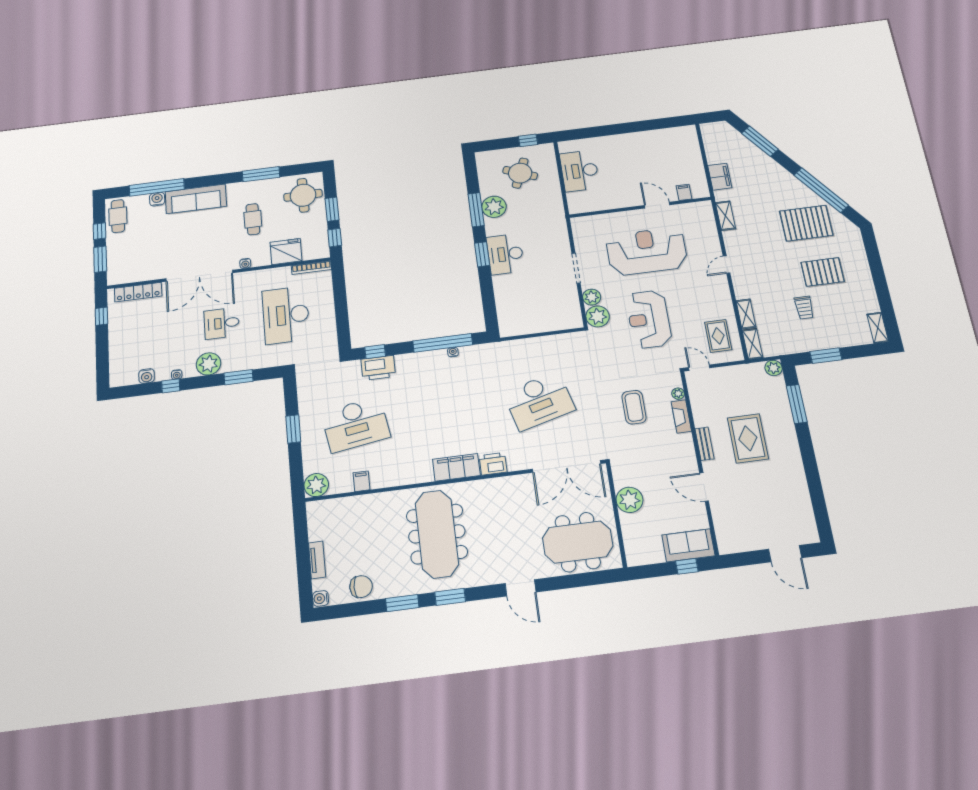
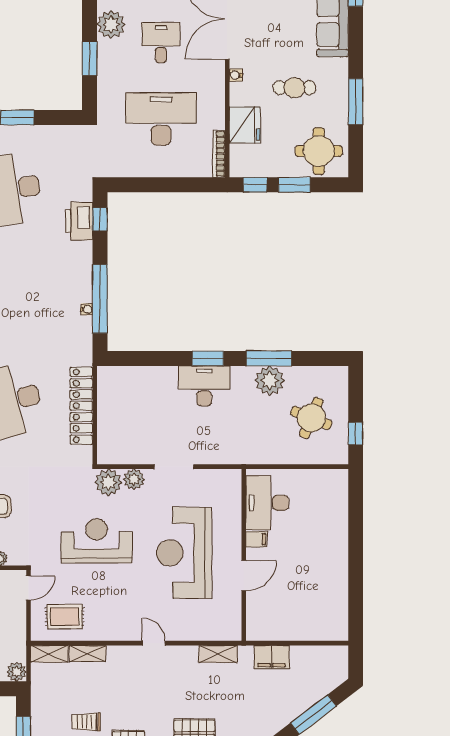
desk: (580, 171) -> (267, 503), moved, turned -90
filing cabinet: (684, 192) -> (256, 539), moved
reception desk: (647, 251) -> (184, 553), turned 180
locker: (536, 346) -> (81, 406), added

